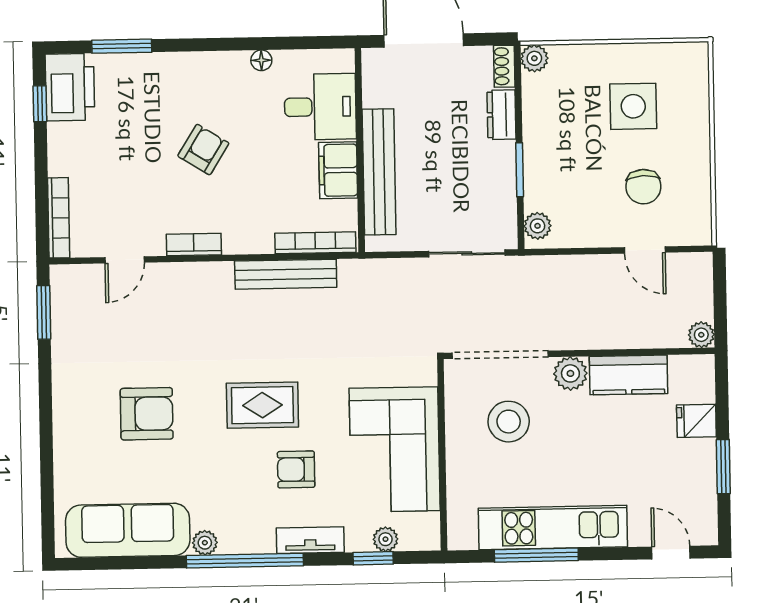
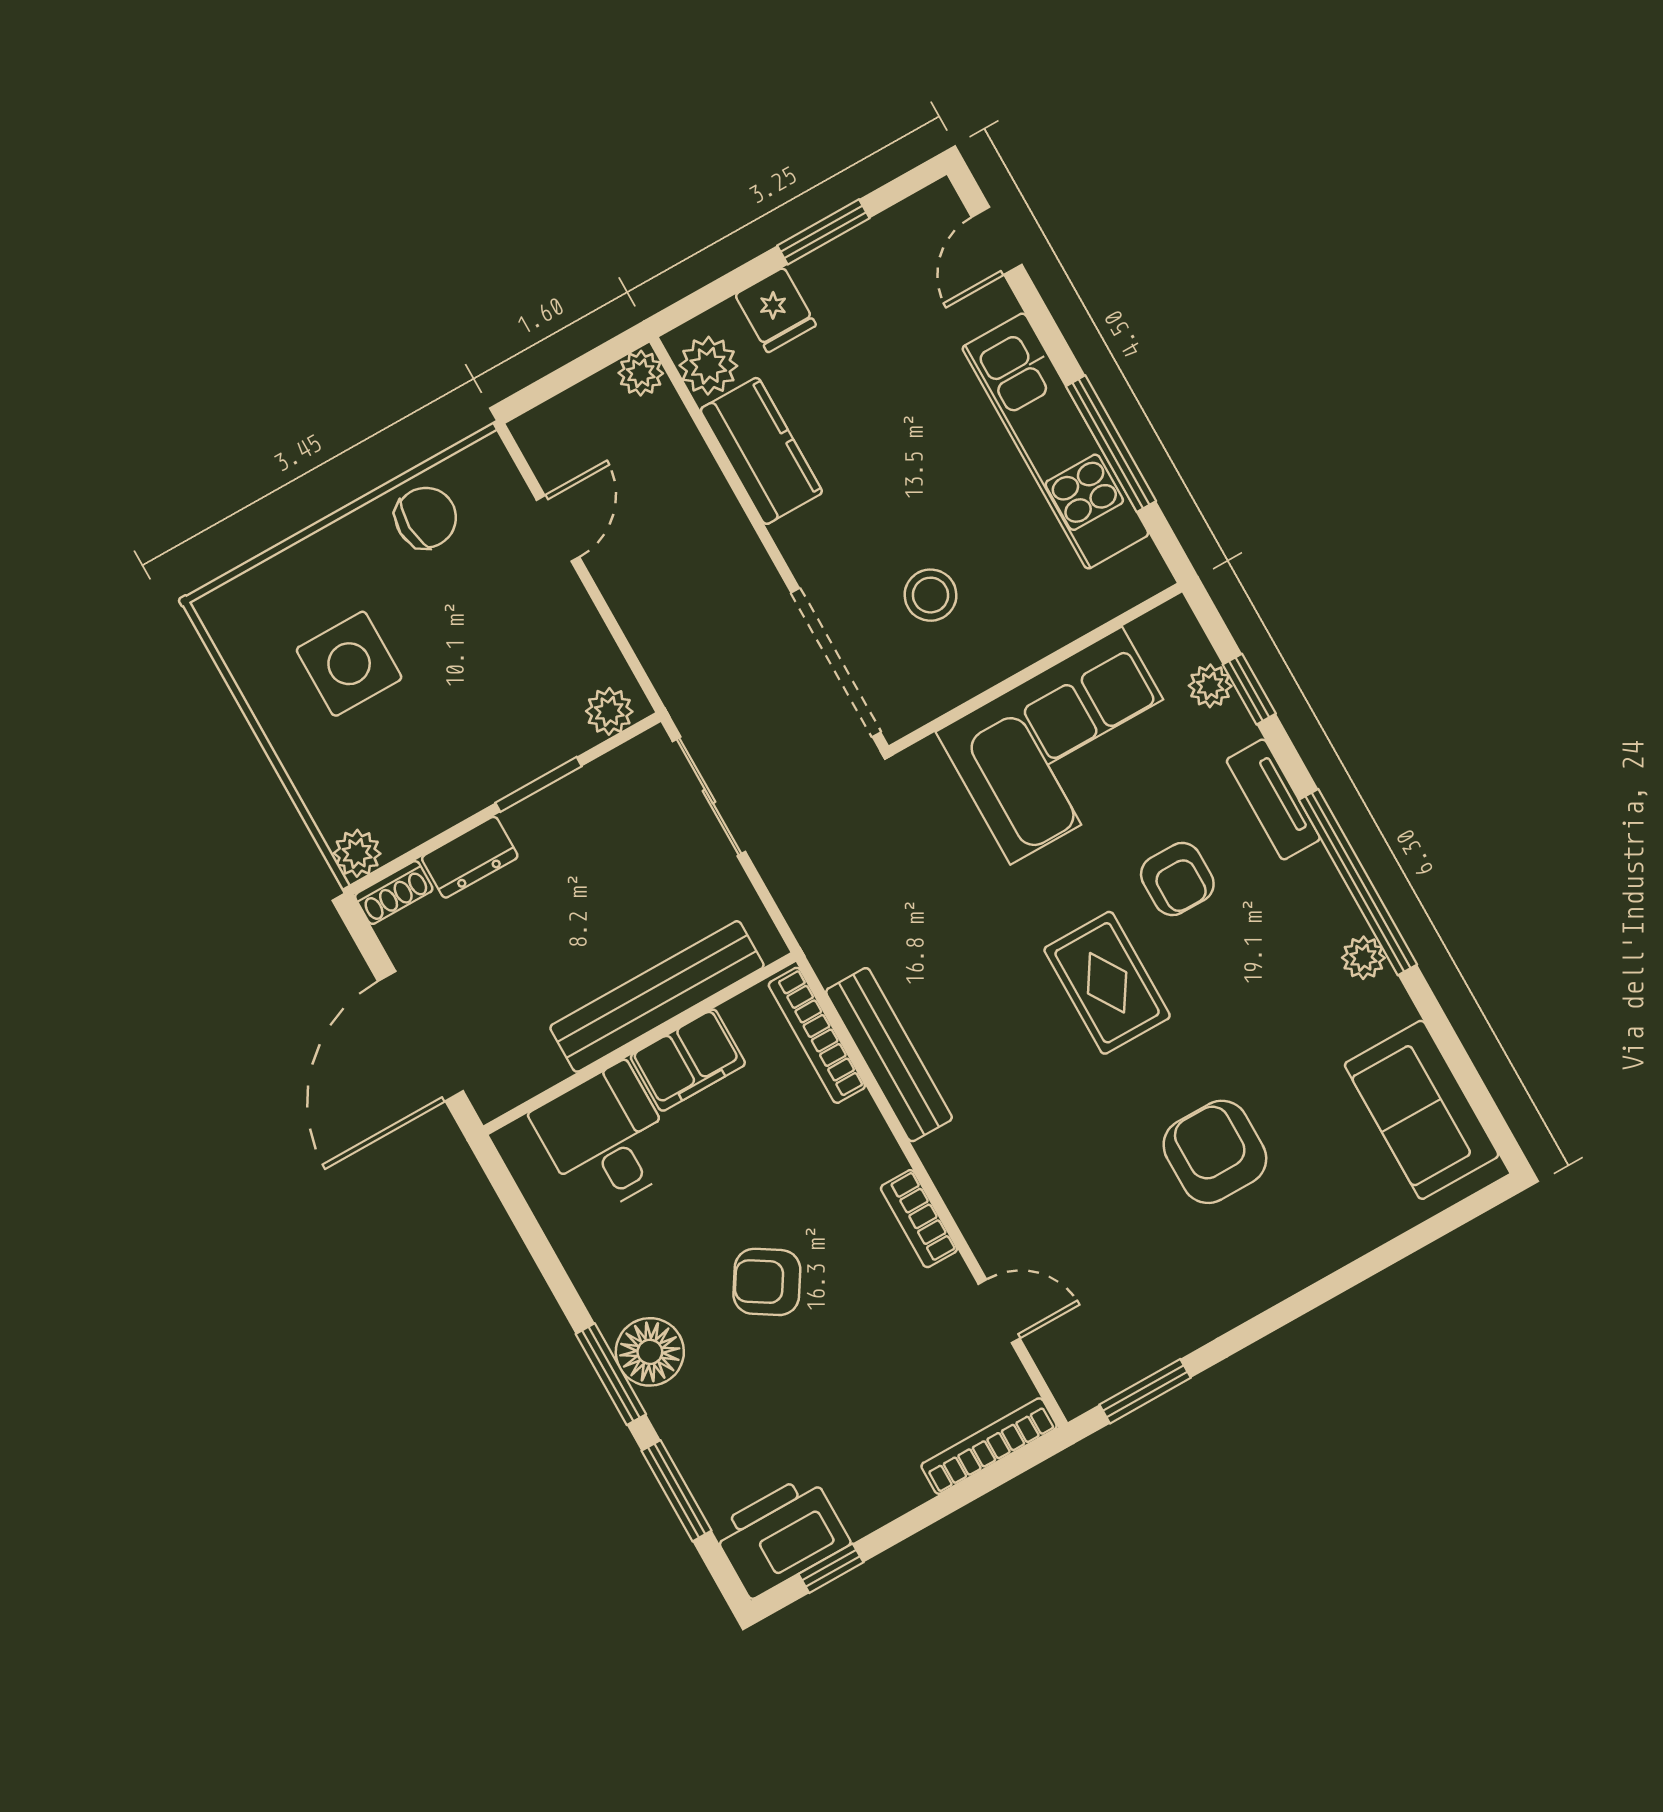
window: (199, 45) -> (611, 1374), added
floor lamp: (261, 60) -> (650, 1352), moved, width x1.89, depth x1.89
chair: (643, 187) -> (426, 518), moved
plant: (570, 373) -> (708, 366), moved
stool: (509, 422) -> (930, 595), width x0.73, depth x0.73
sofa: (128, 530) -> (1422, 1110), width x0.73

